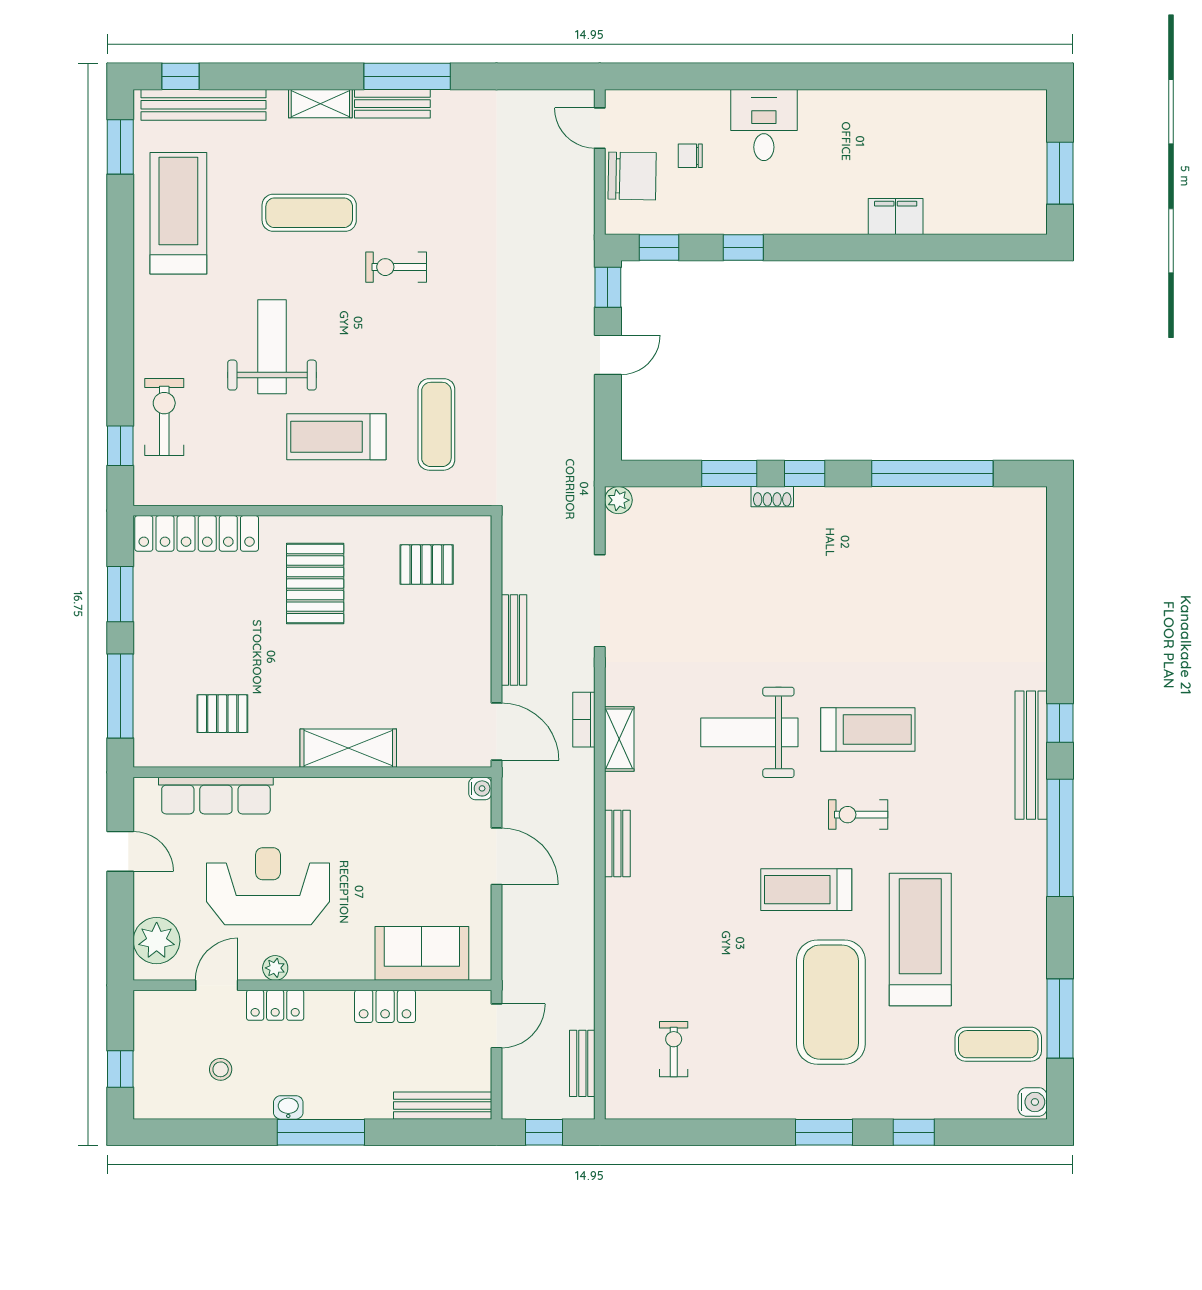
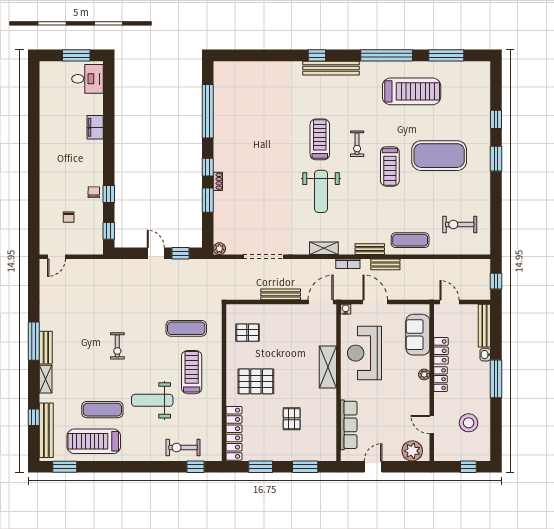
window: (181, 76) -> (34, 417), moved
desk: (764, 125) -> (87, 79), moved, turned 180
chair: (632, 176) -> (94, 192), moved, width x0.54, depth x0.54
exercise mat: (309, 213) -> (102, 410), moved, turned 90
window: (608, 287) -> (180, 253), moved
treadmill: (336, 437) -> (192, 372), turned 180
pallet: (427, 565) -> (248, 333), turned 90
window: (120, 696) -> (305, 467), width x0.69
pallet: (222, 714) -> (292, 419), moved
bookcase: (584, 720) -> (348, 264), moved
window: (1060, 838) -> (387, 55), moved
door: (496, 856) -> (375, 302), hinge flipped
reception desk: (268, 886) -> (364, 353), moved
treadmill: (920, 939) -> (412, 91), moved, turned 180
plant: (275, 968) -> (424, 374), moved
locker: (275, 1005) -> (441, 379), moved
exercise mat: (998, 1044) -> (410, 240), moved, turned 90
exercise bike: (674, 1049) -> (460, 224), width x1.38, depth x1.39
bench: (582, 1063) -> (385, 264), moved
stool: (221, 1069) -> (469, 423), width x1.89, depth x1.89
water cooler: (1033, 1102) -> (483, 67), removed
washbasin: (288, 1107) -> (485, 355), moved

